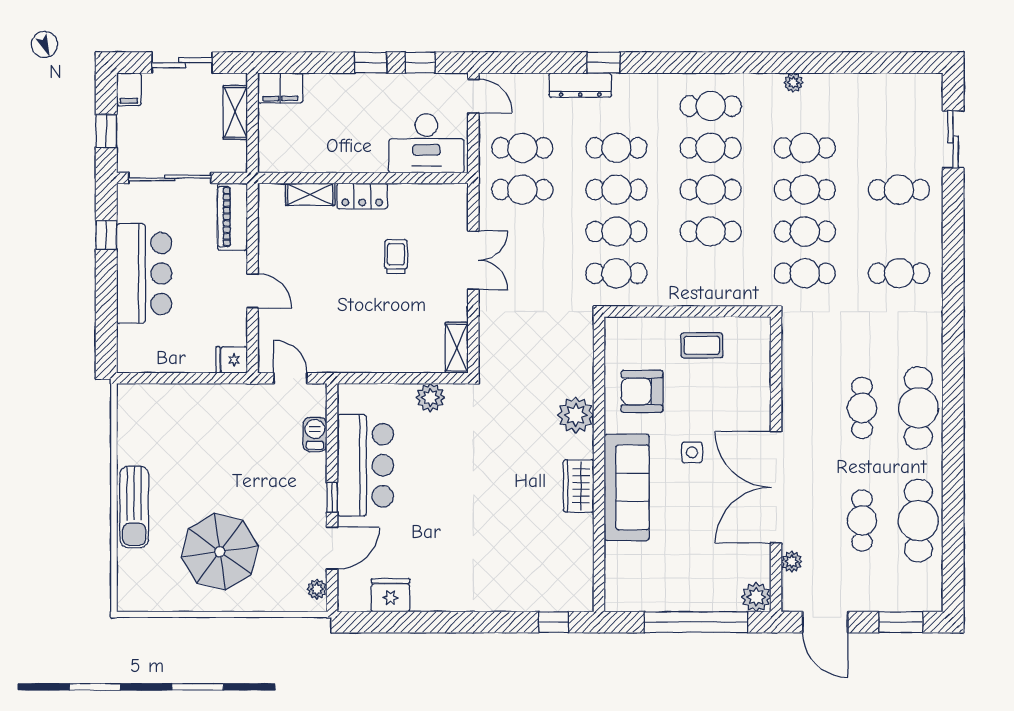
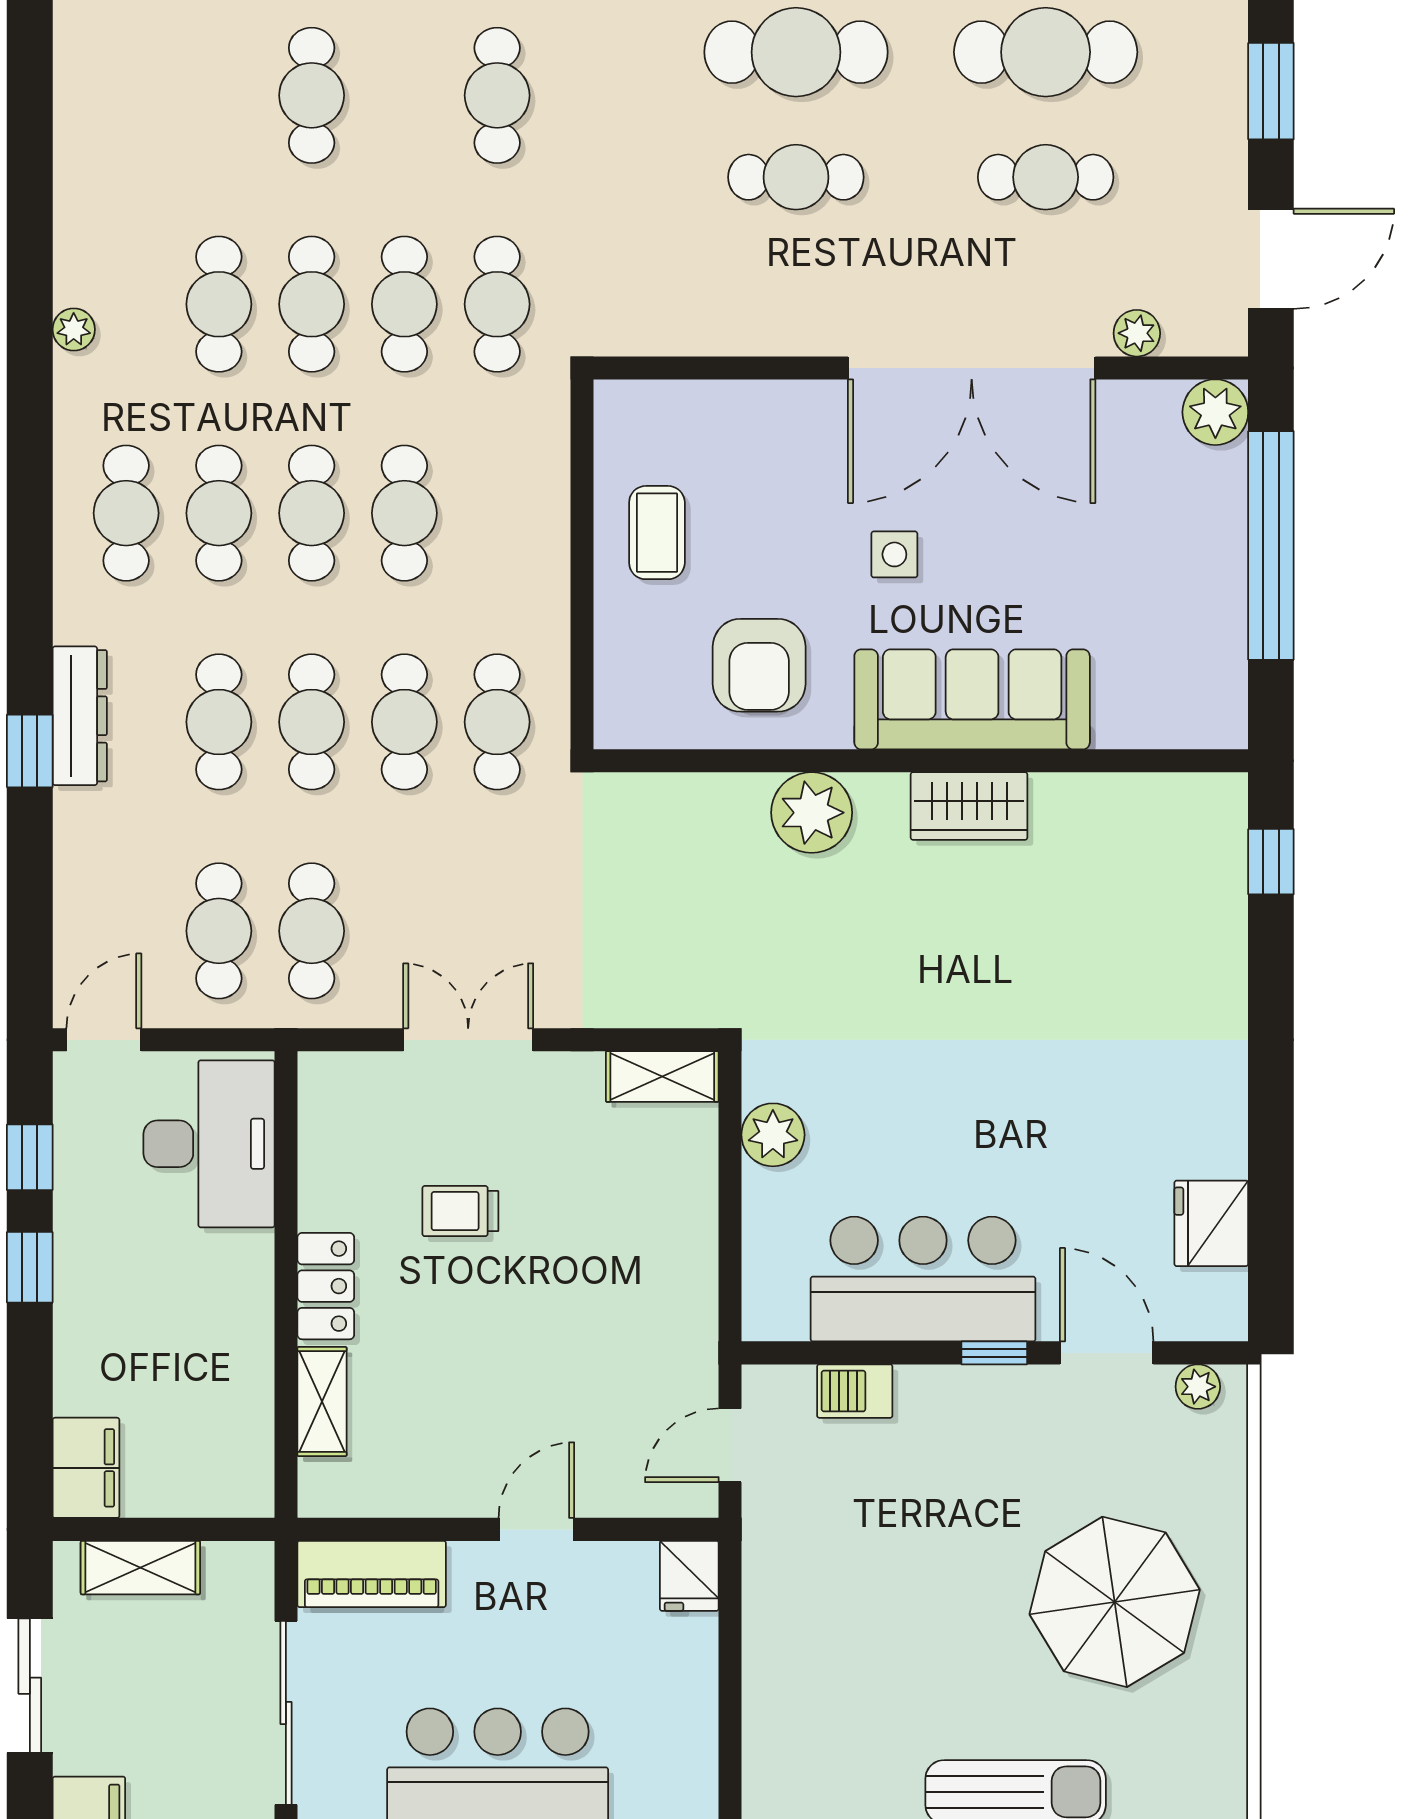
dresser: (580, 85) -> (80, 716), moved

